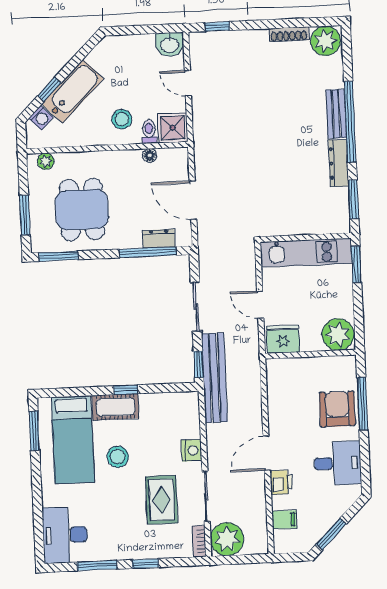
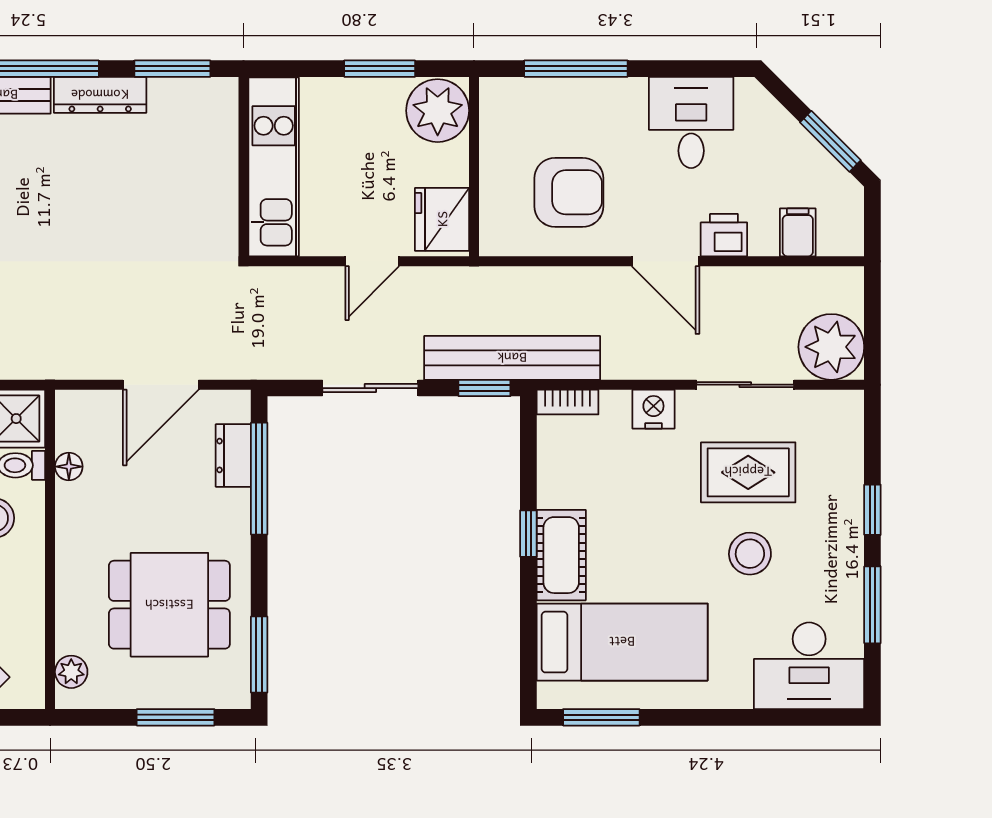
window: (356, 264) -> (380, 69), moved
armchair: (337, 409) -> (569, 192), moved, turned 180
stool: (118, 457) -> (750, 554), moved
bookcase: (199, 541) -> (568, 402), moved

